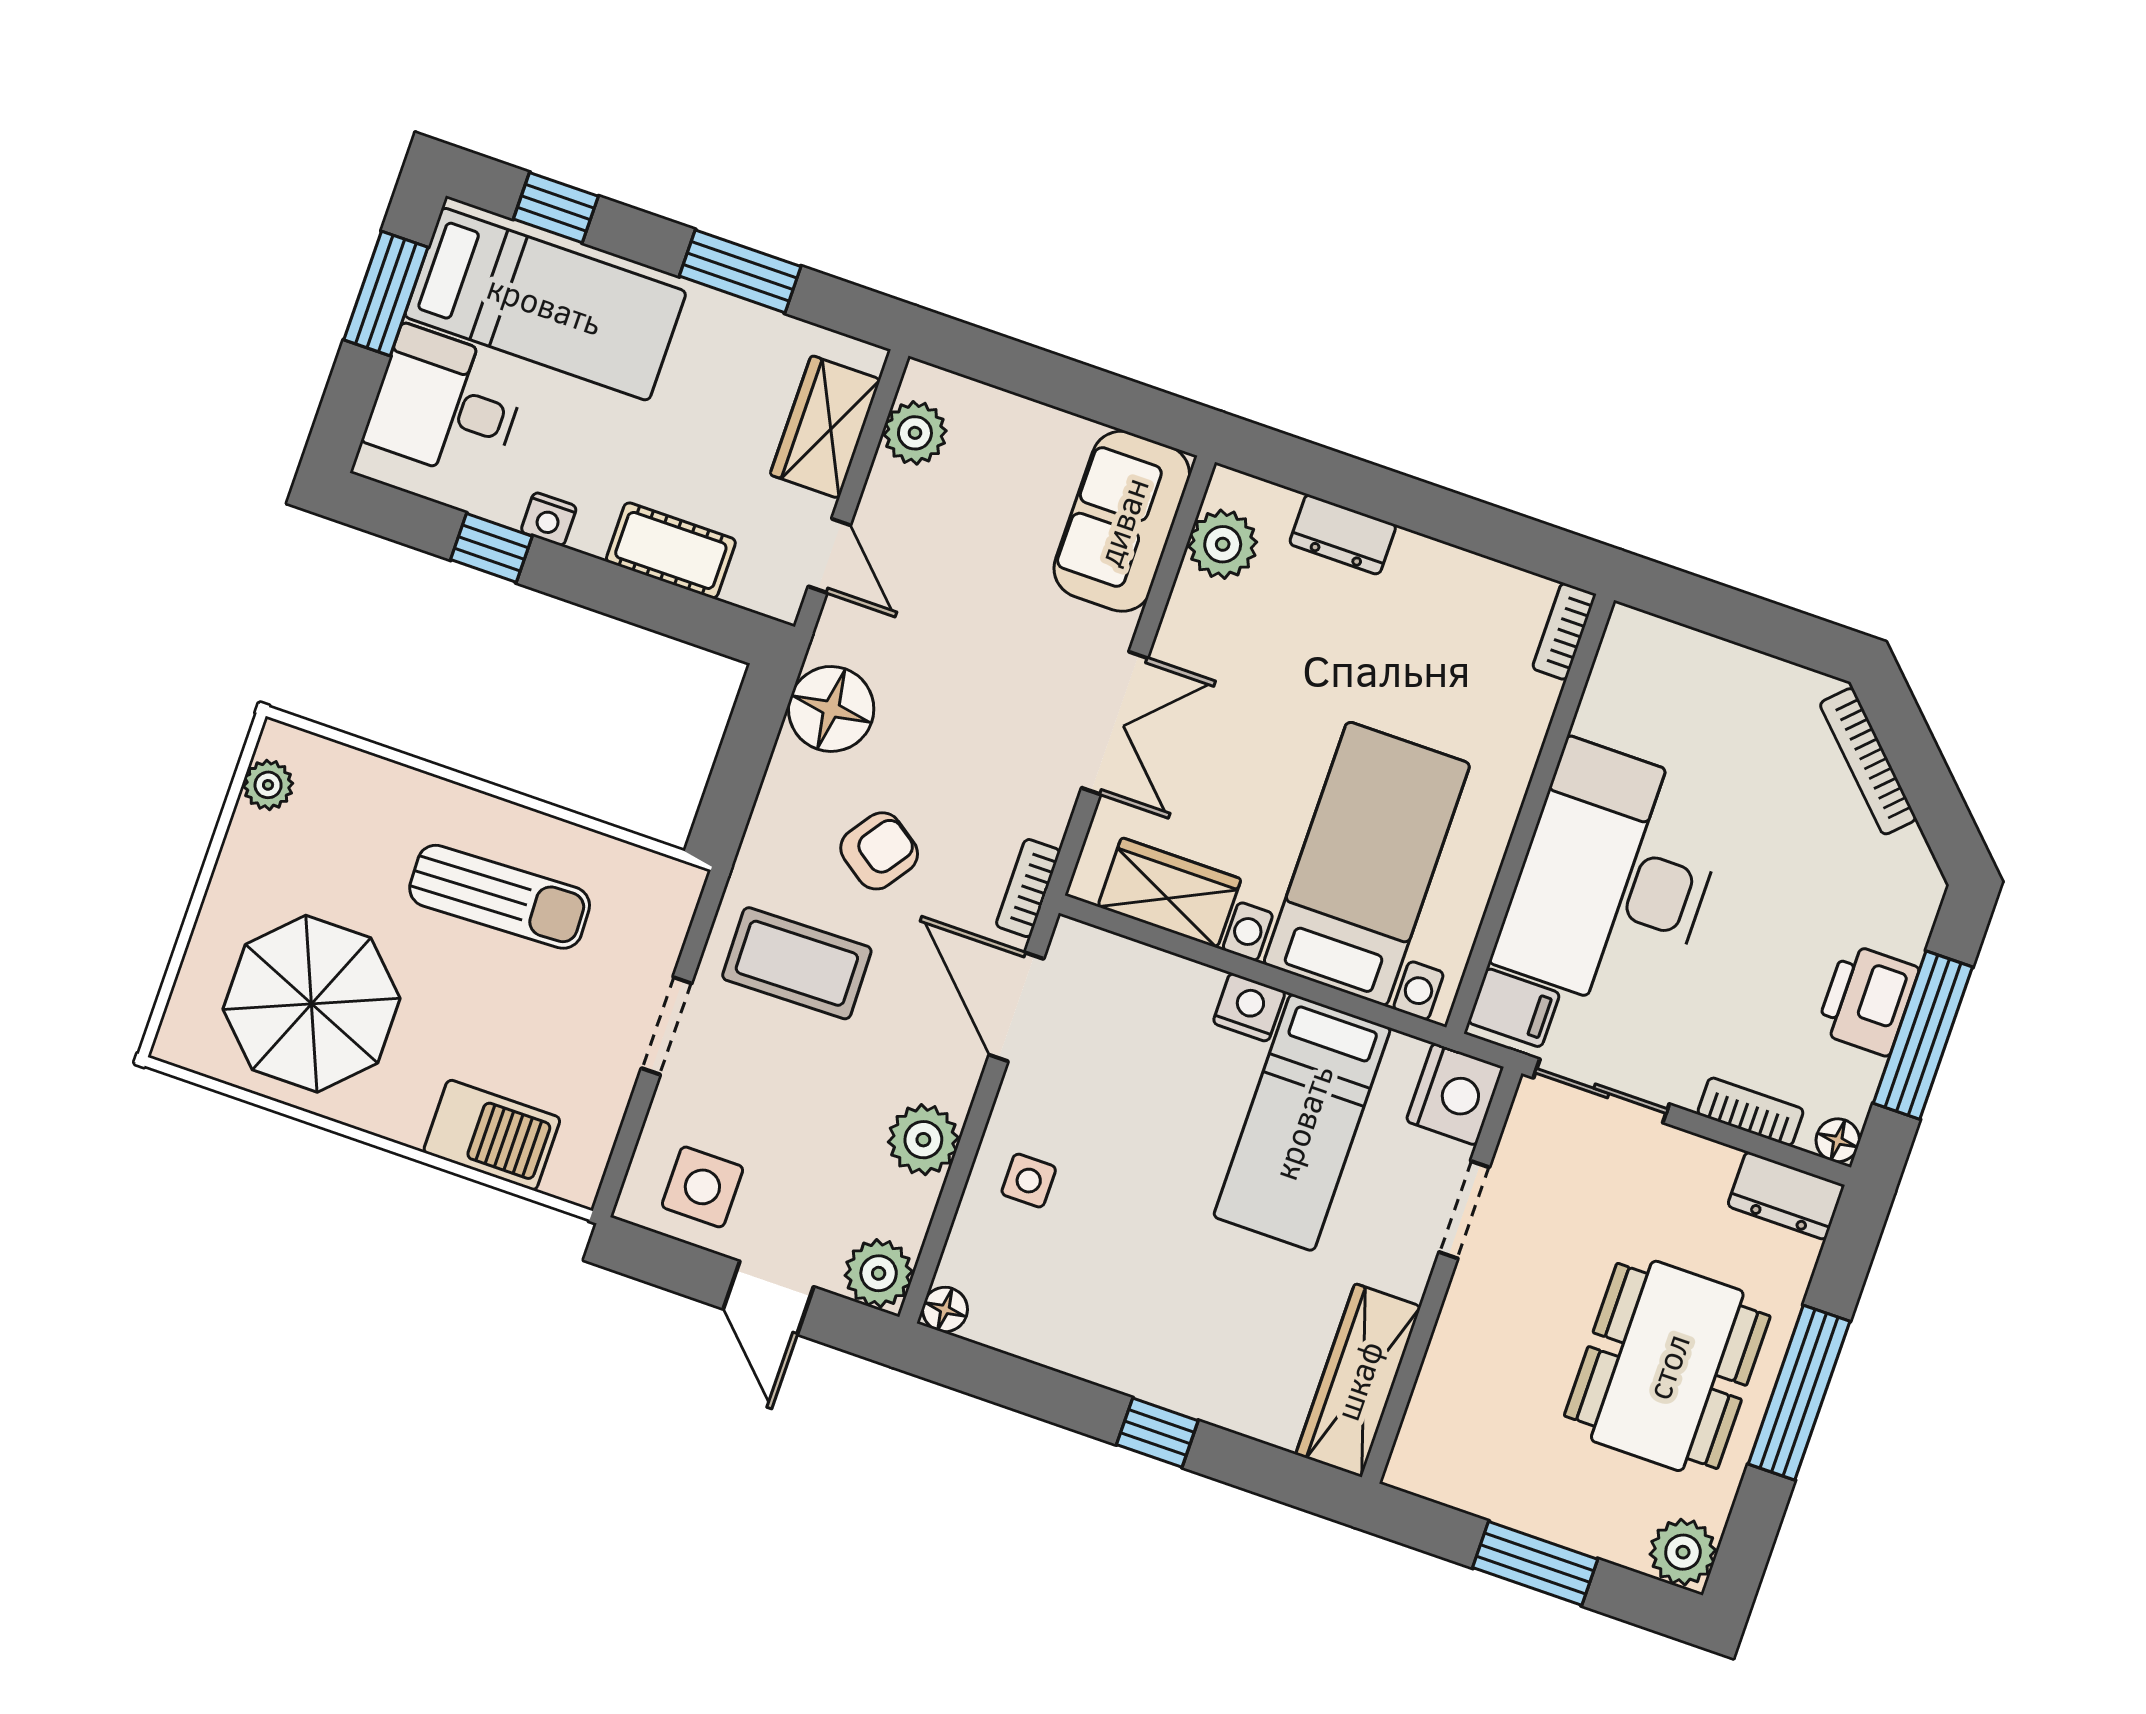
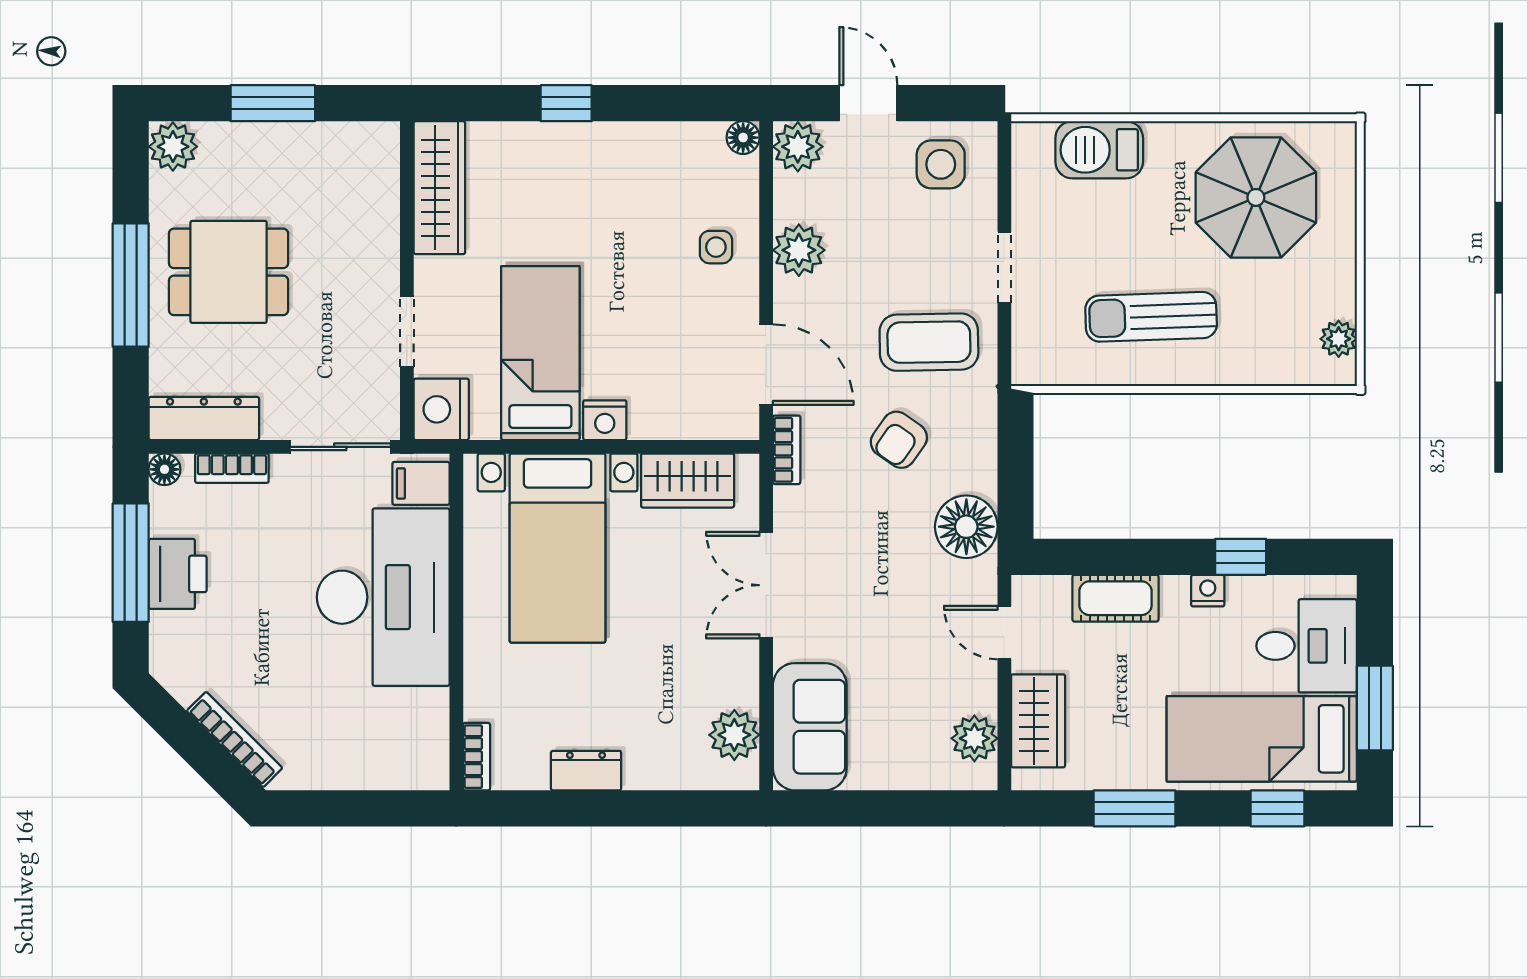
dresser: (1343, 534) -> (586, 771), moved
dresser: (1786, 1196) -> (204, 418), width x1.44
dining table: (1667, 1366) -> (229, 272), width x0.73

